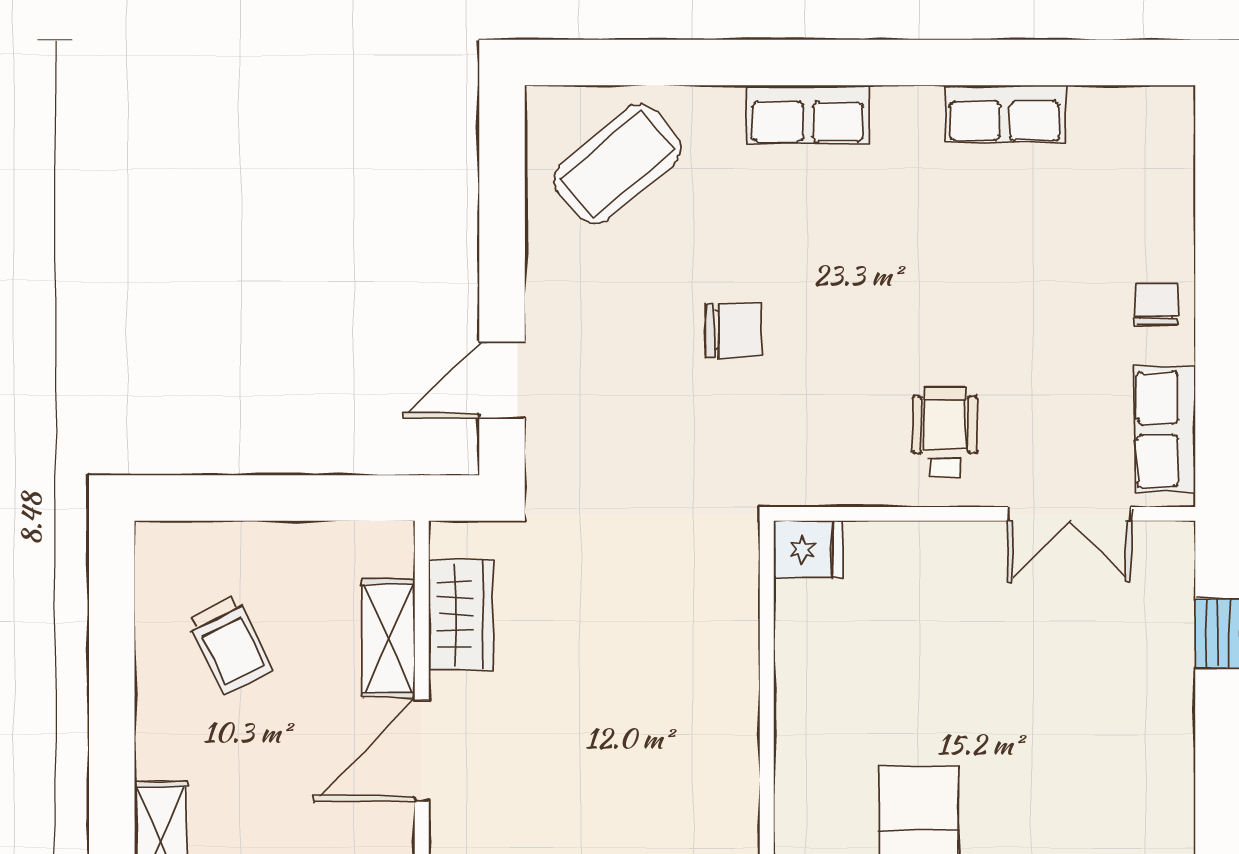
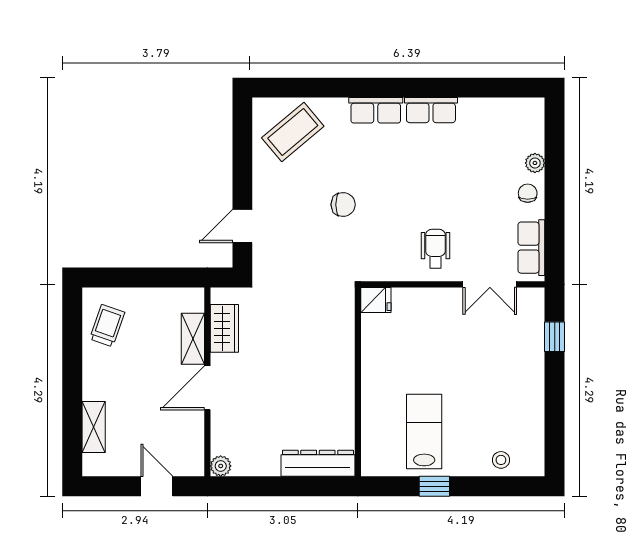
row of seats: (1005, 114) -> (431, 110), moved
plant: (1173, 235) -> (535, 163), added
trolley: (230, 645) -> (107, 326), moved, turned -134

